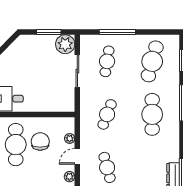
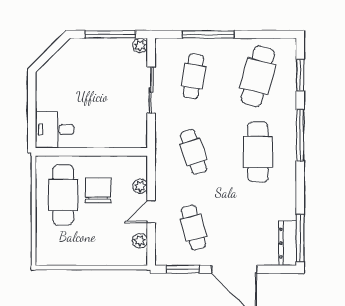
window: (49, 32) -> (110, 34), width x1.44
plant: (65, 44) -> (140, 45), width x0.53, depth x0.53
cafe table: (107, 114) -> (193, 152), turned -39

